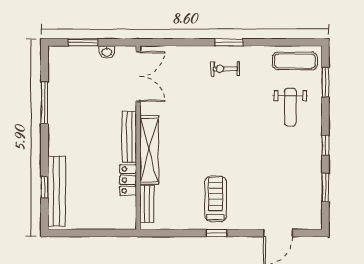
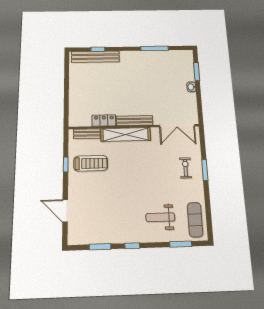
double door: (138, 77) -> (177, 126), moved
bench: (129, 137) -> (135, 121), moved
wall: (138, 138) -> (134, 127), moved
shelving: (149, 150) -> (126, 134), moved
locker: (128, 180) -> (104, 120), moved
bench: (147, 204) -> (87, 134), moved

